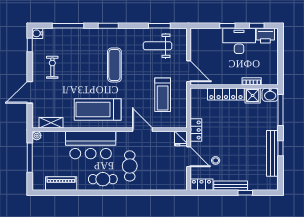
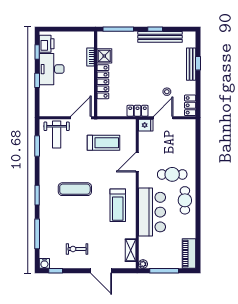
weight bench: (157, 46) -> (57, 134), moved
washbasin: (270, 95) -> (104, 39), removed
treadmill: (98, 110) -> (118, 205), width x0.73, depth x0.73
piano: (61, 183) -> (189, 254), moved
bench: (231, 186) -> (191, 64), moved

